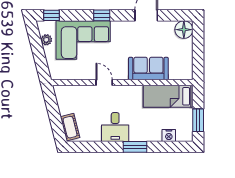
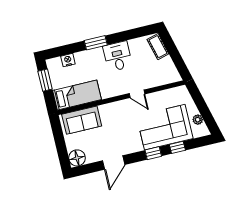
window: (51, 15) -> (177, 147), moved
sofa: (148, 69) -> (82, 120), moved

